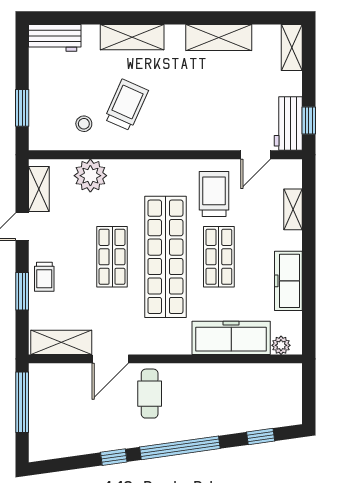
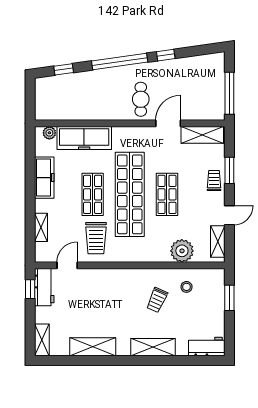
trolley: (126, 105) -> (157, 300), width x0.73, depth x0.72

